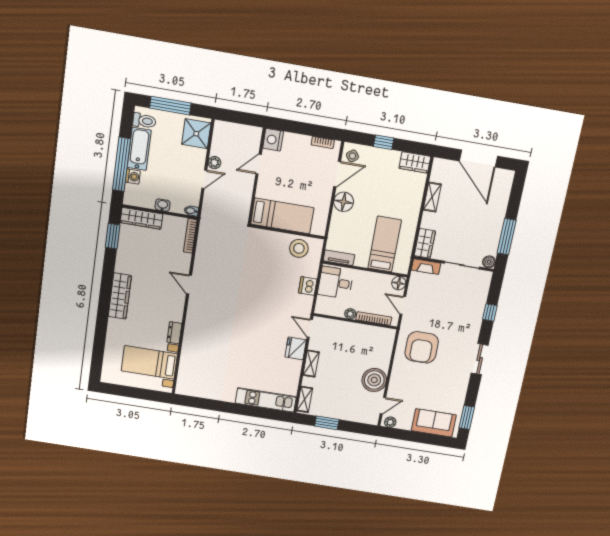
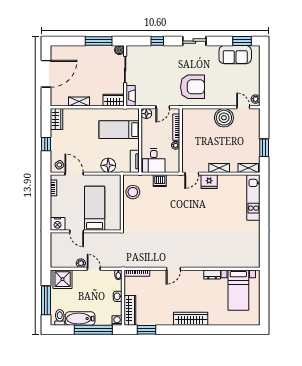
washing machine: (133, 177) -> (117, 321), moved
floor lamp: (344, 202) -> (108, 165), moved
bed: (282, 216) -> (95, 208), moved
sofa: (434, 423) -> (235, 55), moved, turned -90

